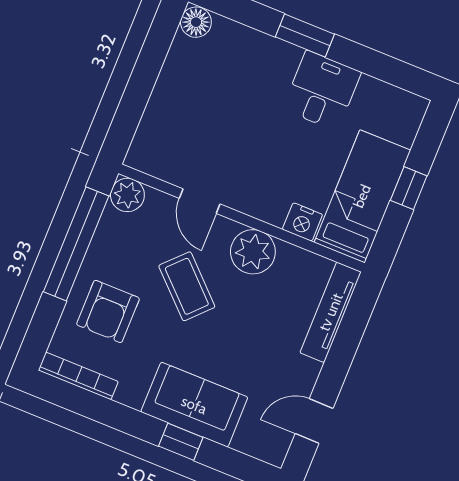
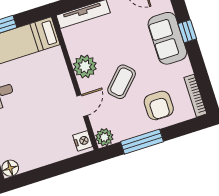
nightstand: (302, 222) -> (83, 141), moved
window: (76, 244) -> (142, 142), width x0.68
armchair: (108, 311) -> (159, 105), turned 90

